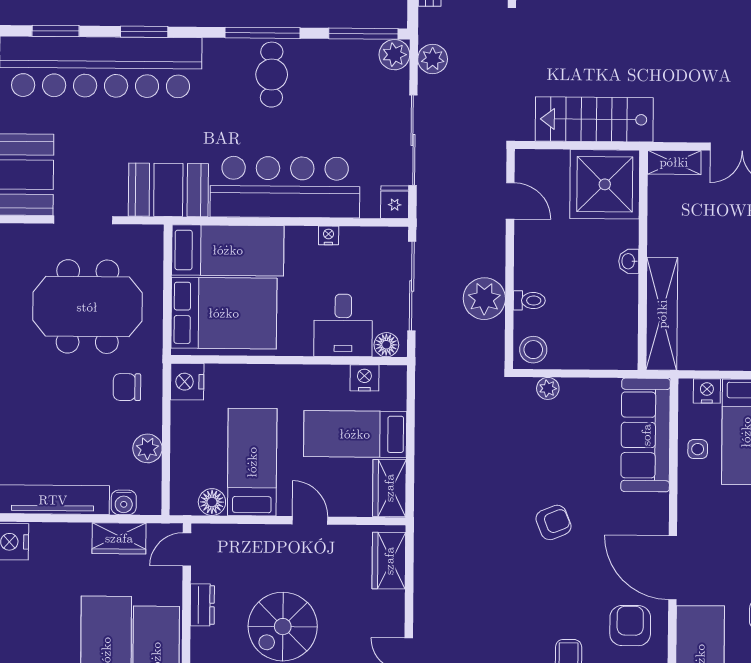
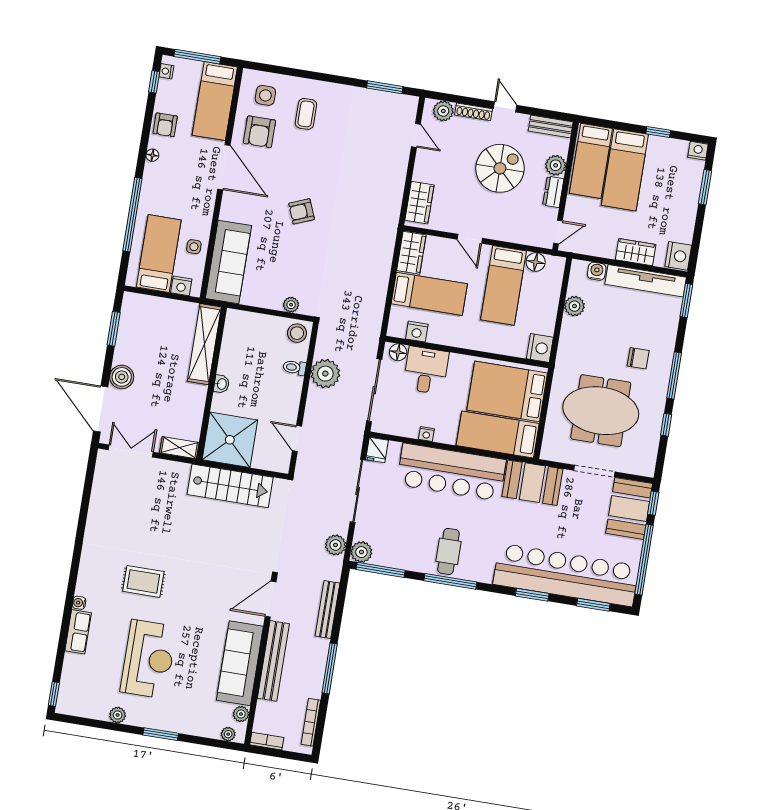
chair: (127, 387) -> (638, 358), moved
wardrobe: (119, 538) -> (636, 252), moved
plant: (205, 643) -> (556, 165), added

